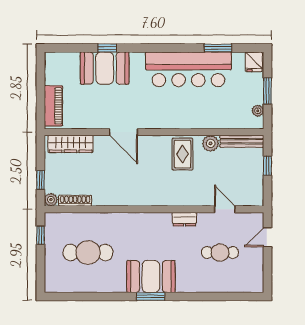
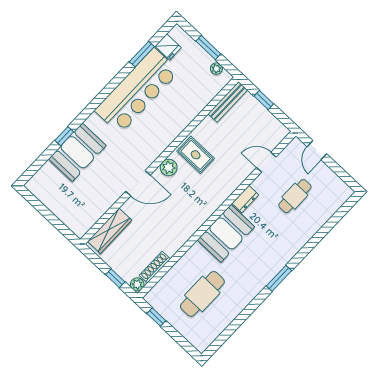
fridge: (254, 62) -> (168, 47), moved
piano: (53, 106) -> (69, 217), removed
plant: (211, 143) -> (169, 167), moved
booth: (151, 276) -> (226, 233), moved

